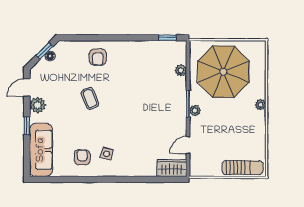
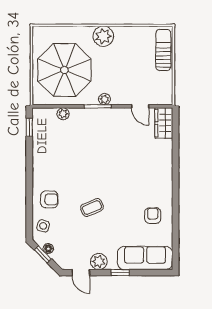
plant: (261, 105) -> (103, 36), width x1.88, depth x1.88
side table: (107, 154) -> (43, 226), moved
armchair: (82, 157) -> (153, 216), turned 90

